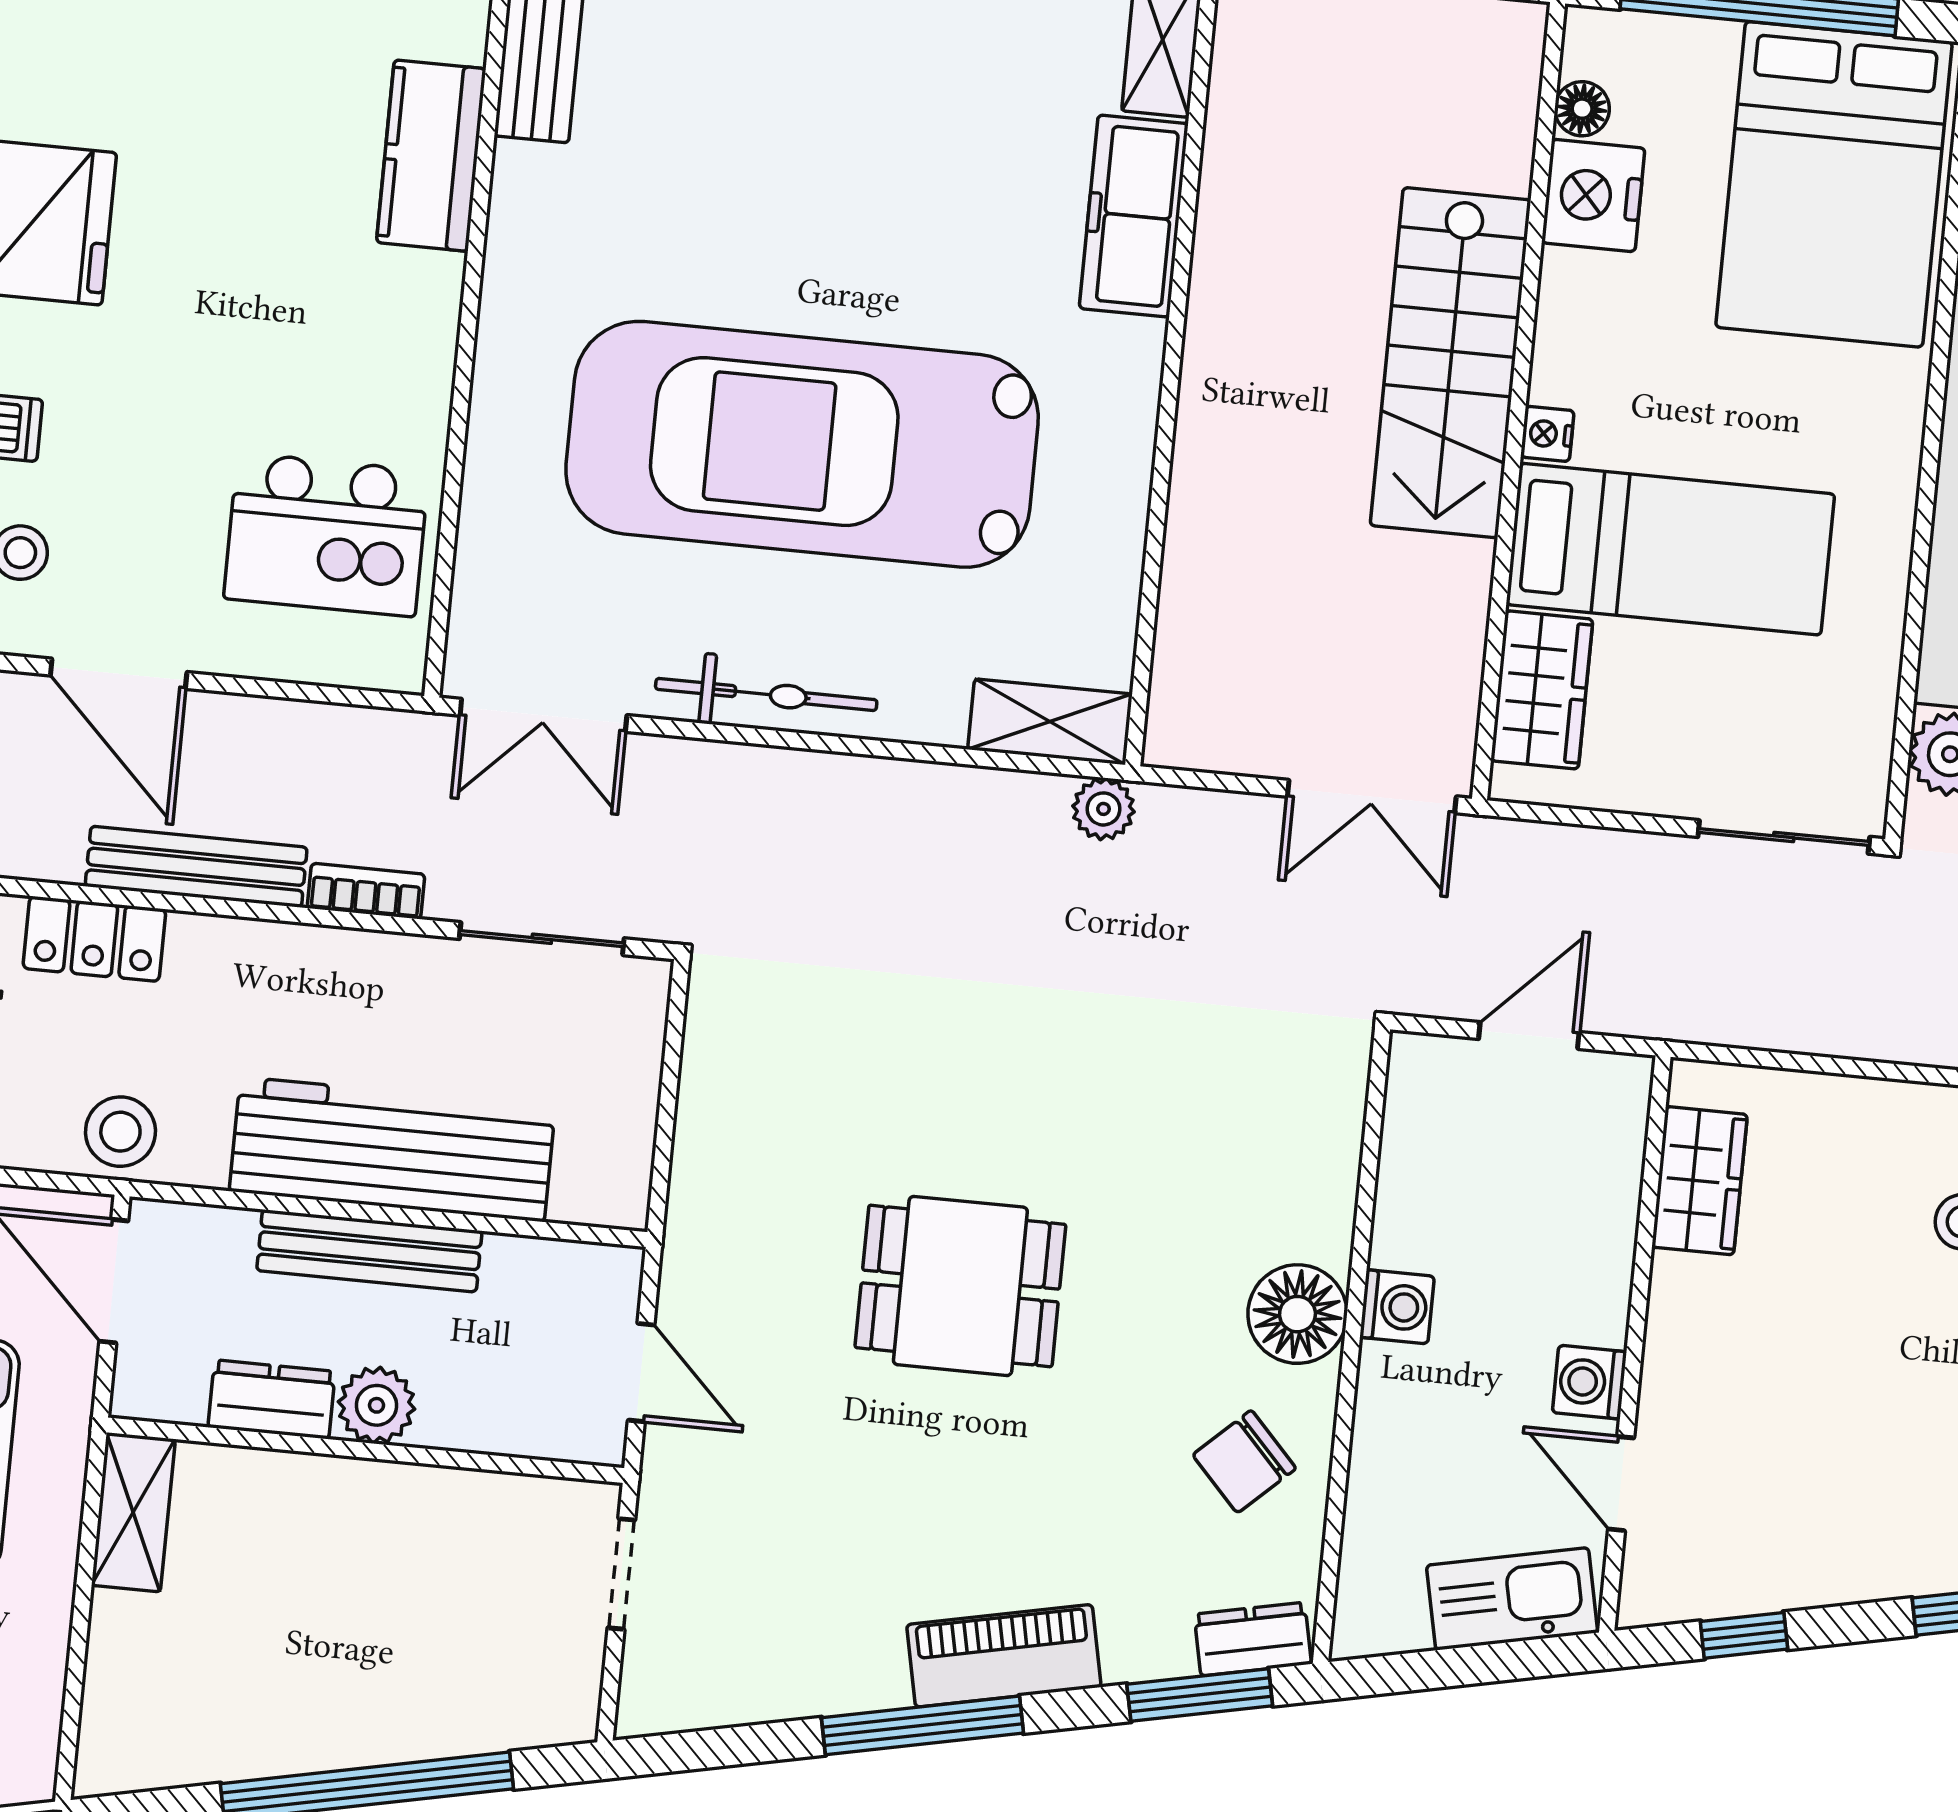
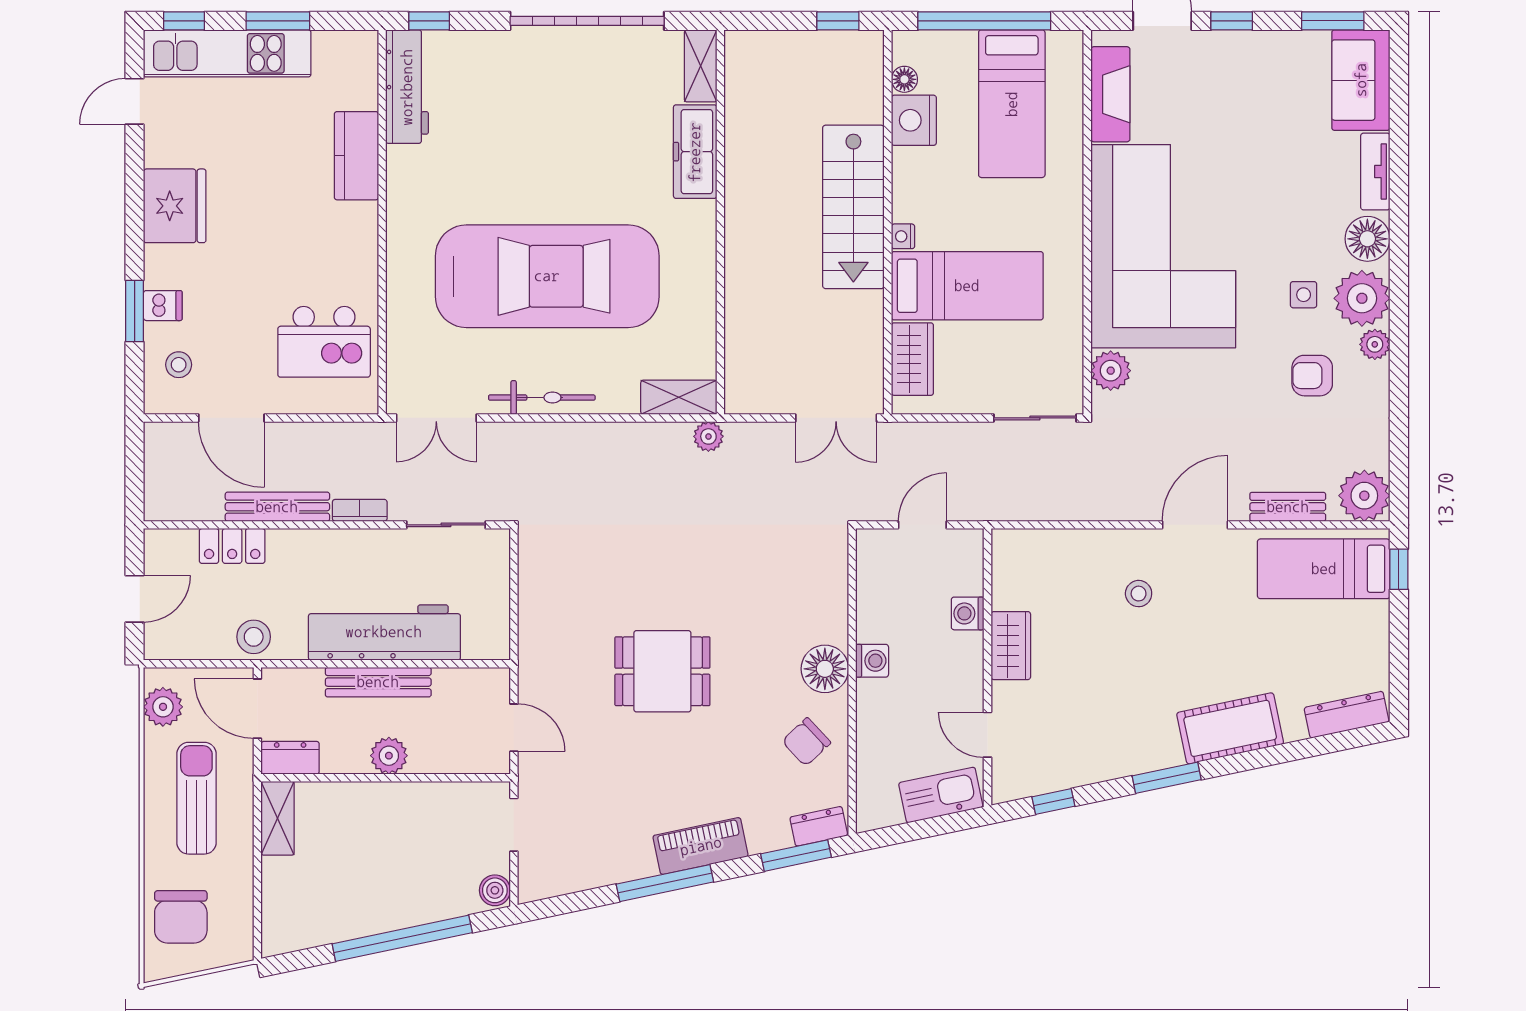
bed: (1834, 184) -> (1012, 104), width x0.67
car: (802, 444) -> (547, 276), turned 180
wardrobe: (1700, 1181) -> (1011, 646), moved
washing machine: (1589, 1382) -> (968, 613), moved
dresser: (272, 1399) -> (290, 758), moved
boiler: (569, 1706) -> (495, 890), added

